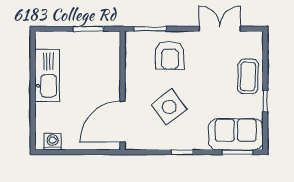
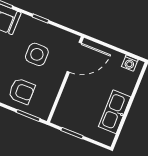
armchair: (170, 55) -> (22, 91), turned 90
side table: (169, 107) -> (37, 54), turned 37

